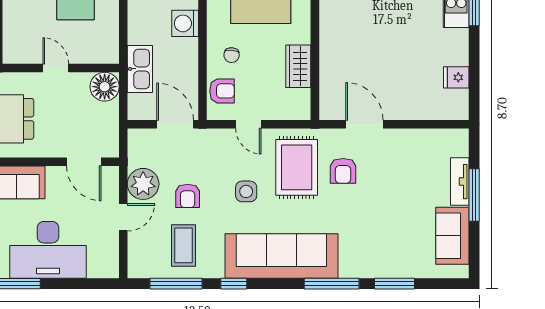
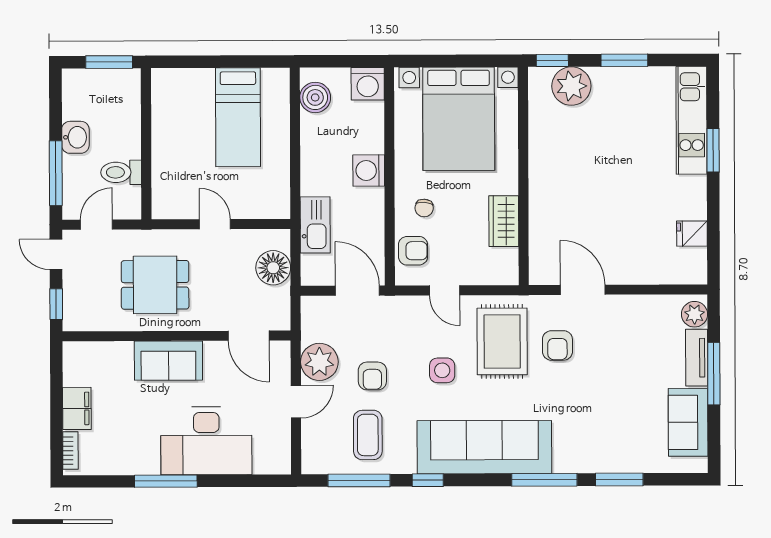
floor lamp: (105, 87) -> (273, 268), moved
plant: (458, 145) -> (694, 314), added

